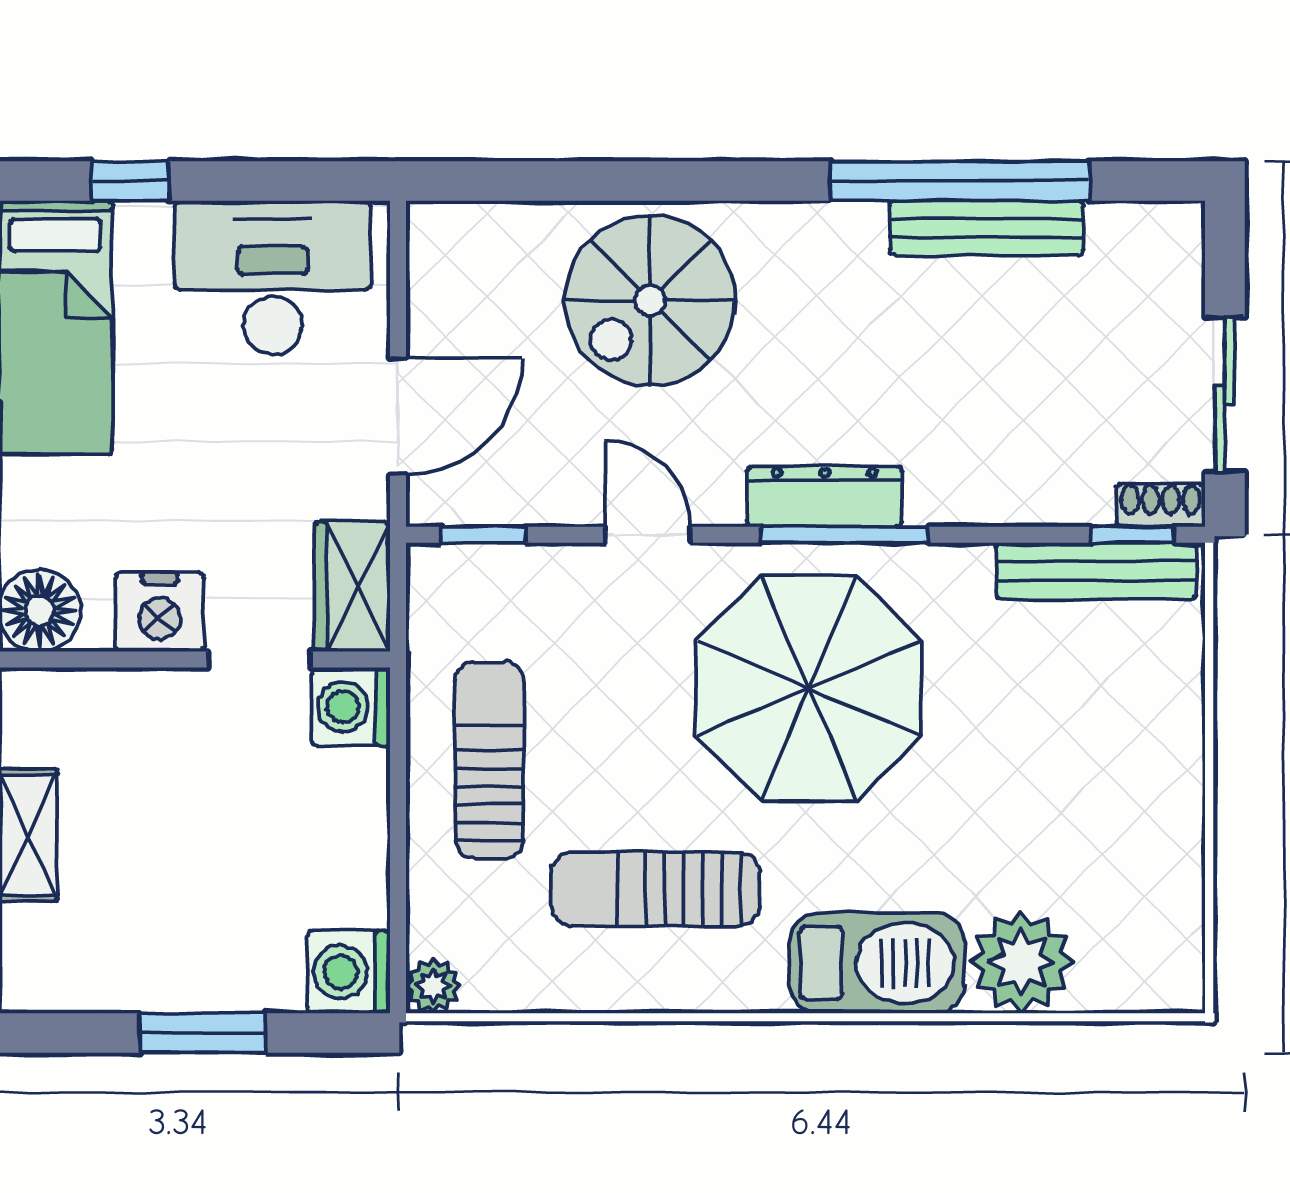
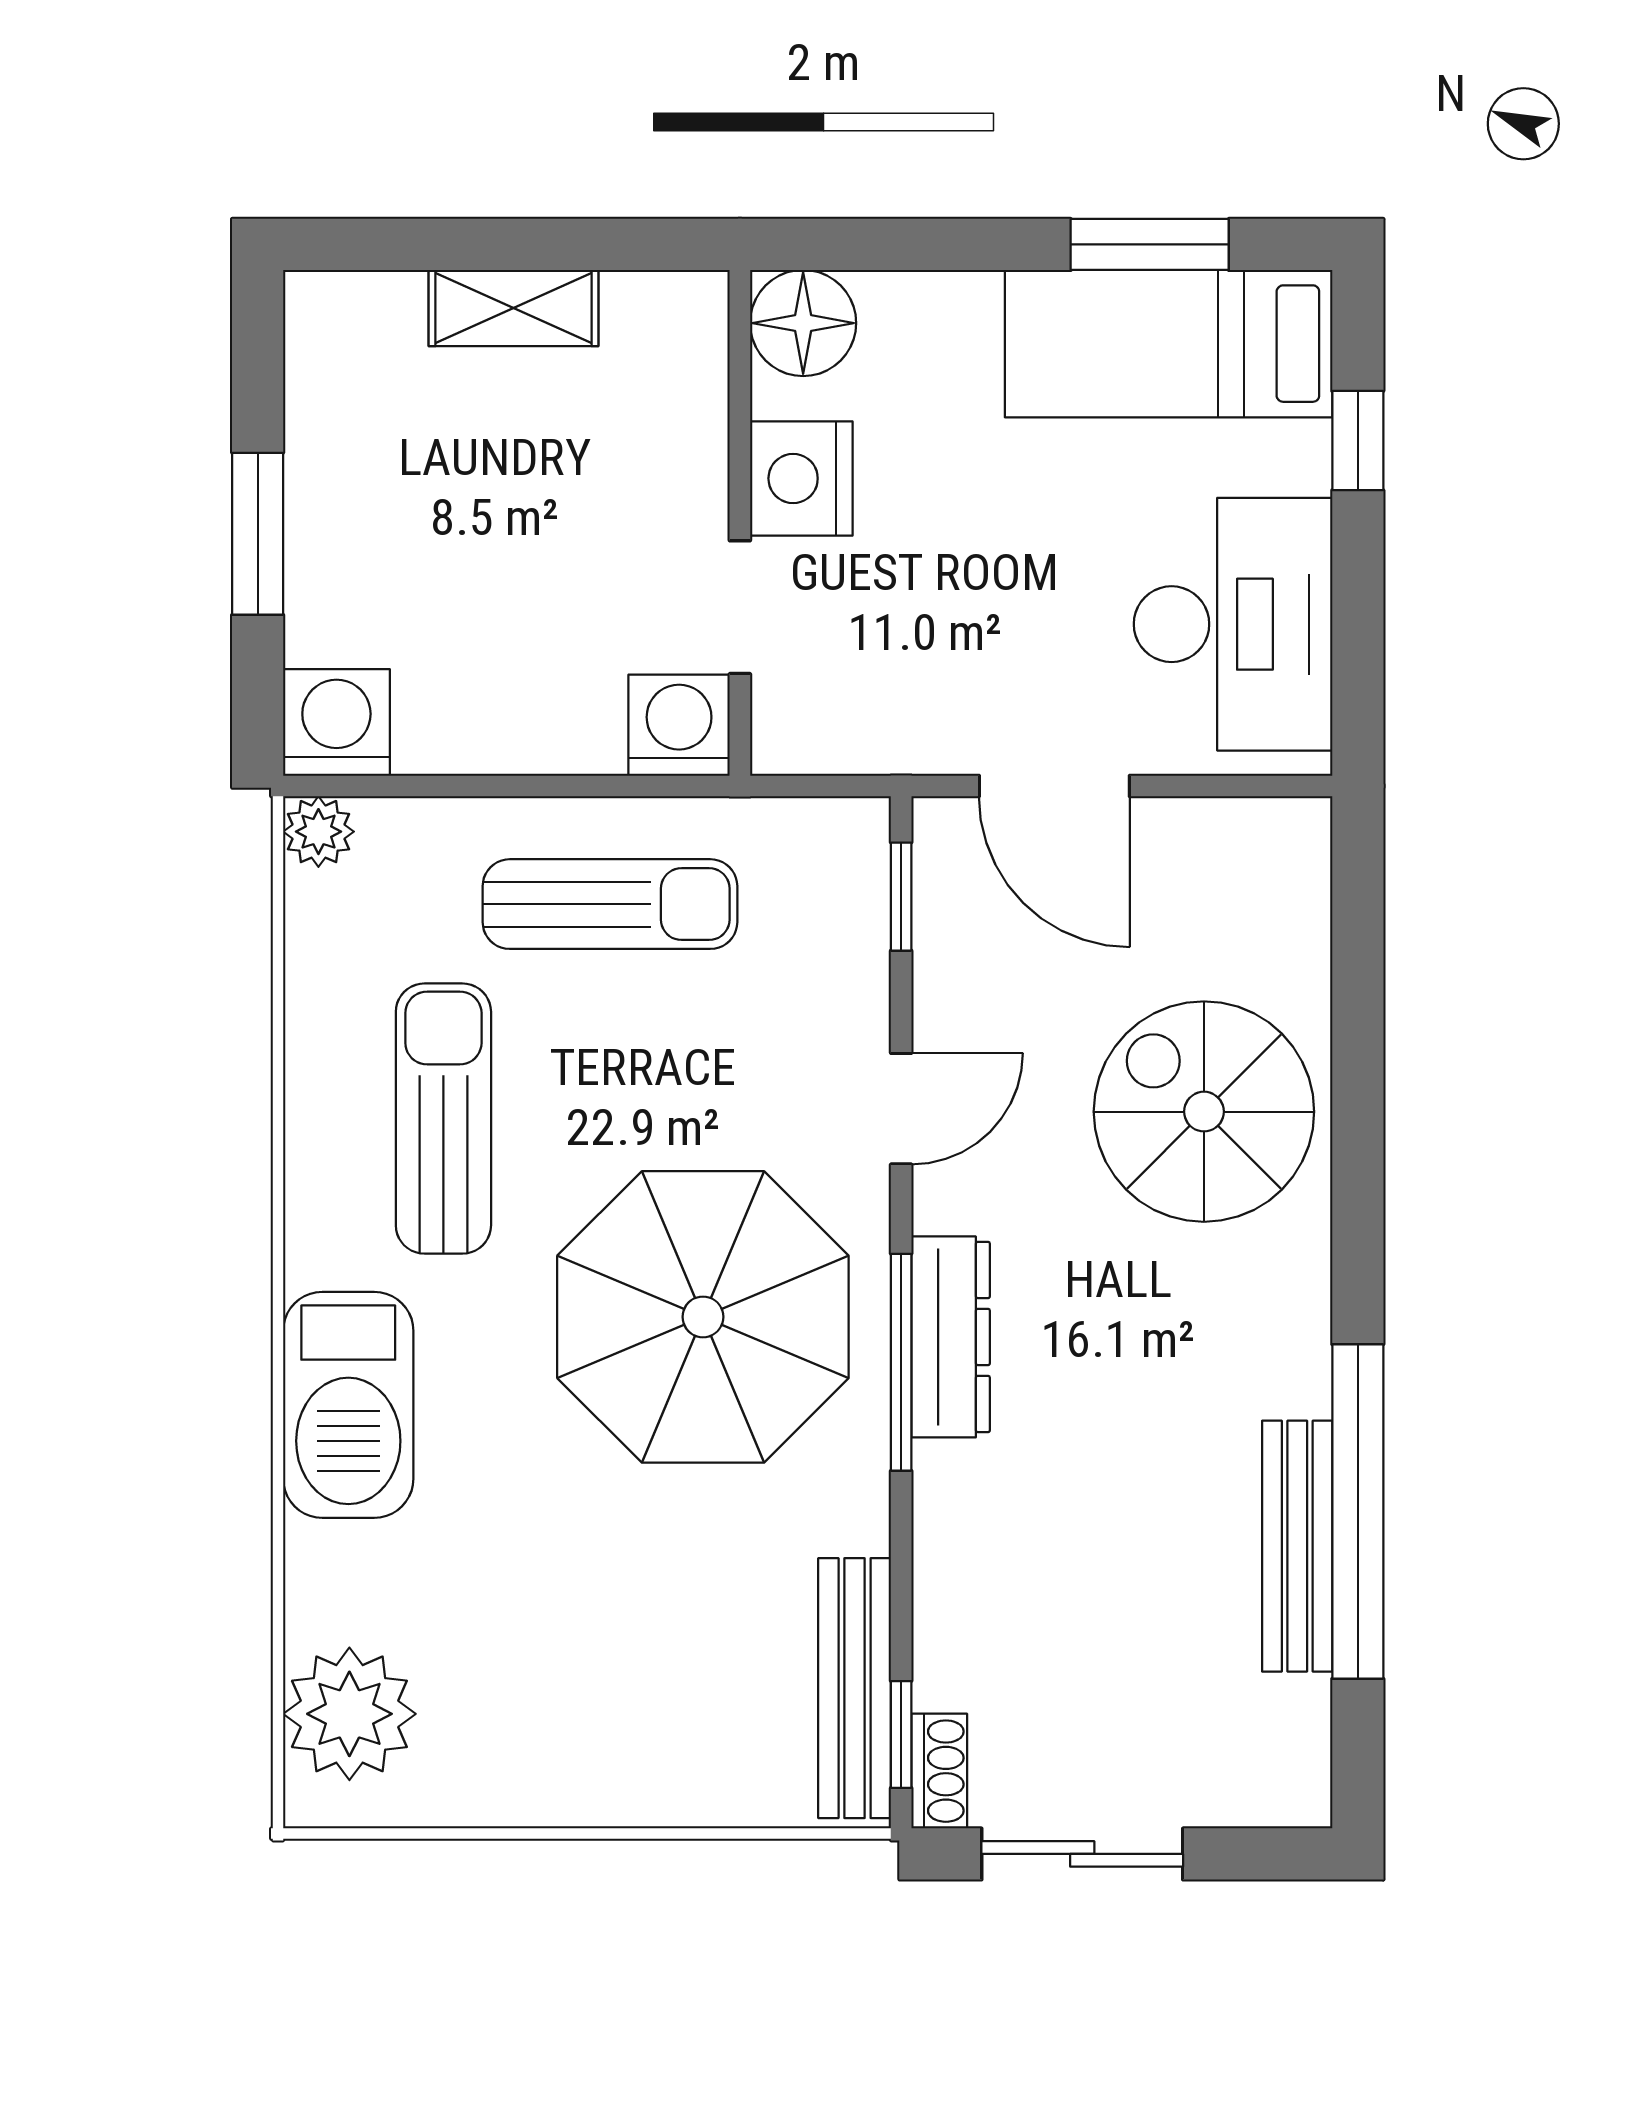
wardrobe: (352, 587) -> (834, 727), removed
plant: (1021, 962) -> (349, 1714), moved

